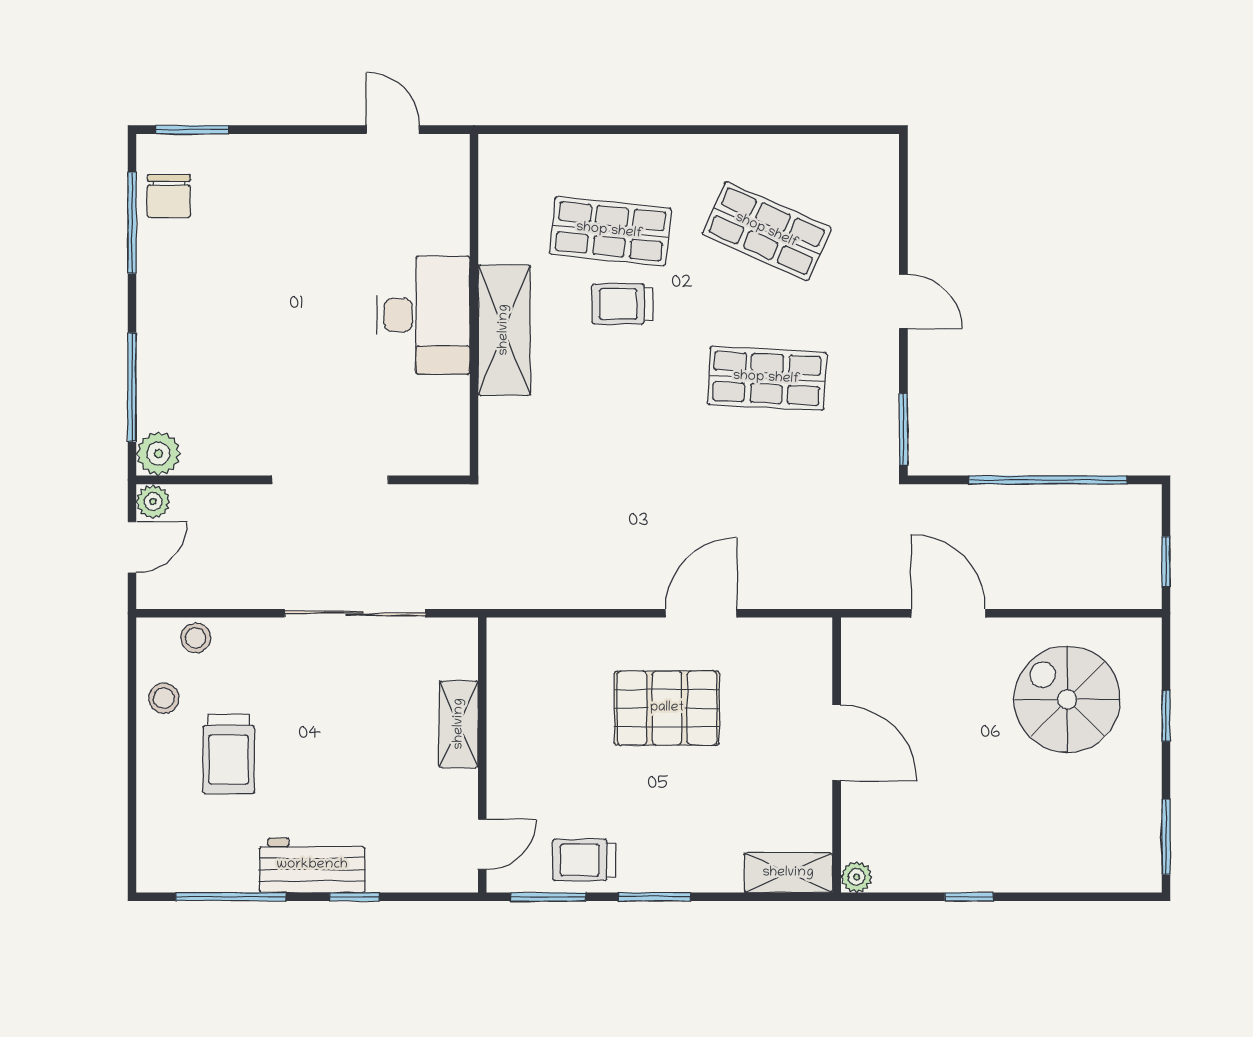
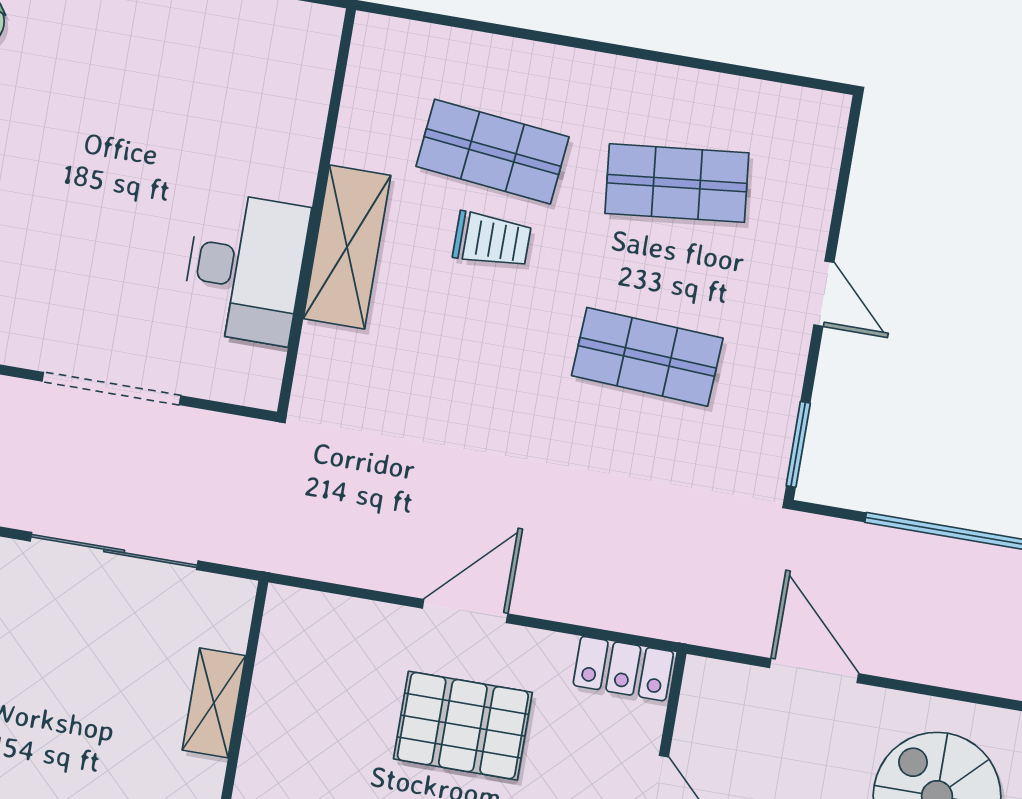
shop shelf: (767, 231) -> (677, 183), turned -30
trolley: (622, 304) -> (492, 240), turned 180
desk: (423, 315) -> (245, 268), moved
door: (701, 613) -> (465, 611), moved
locker: (791, 638) -> (623, 669), added

